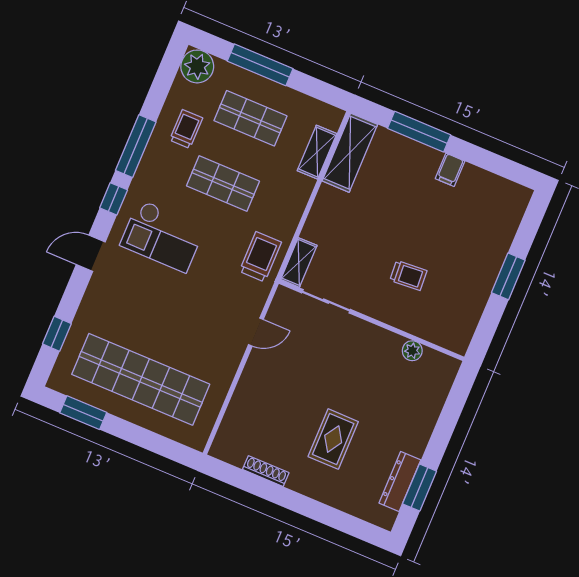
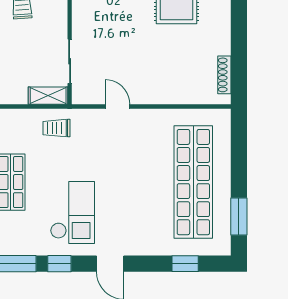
trolley: (260, 257) -> (56, 128), width x0.73, depth x0.72
shoe rack: (266, 471) -> (224, 75), moved

